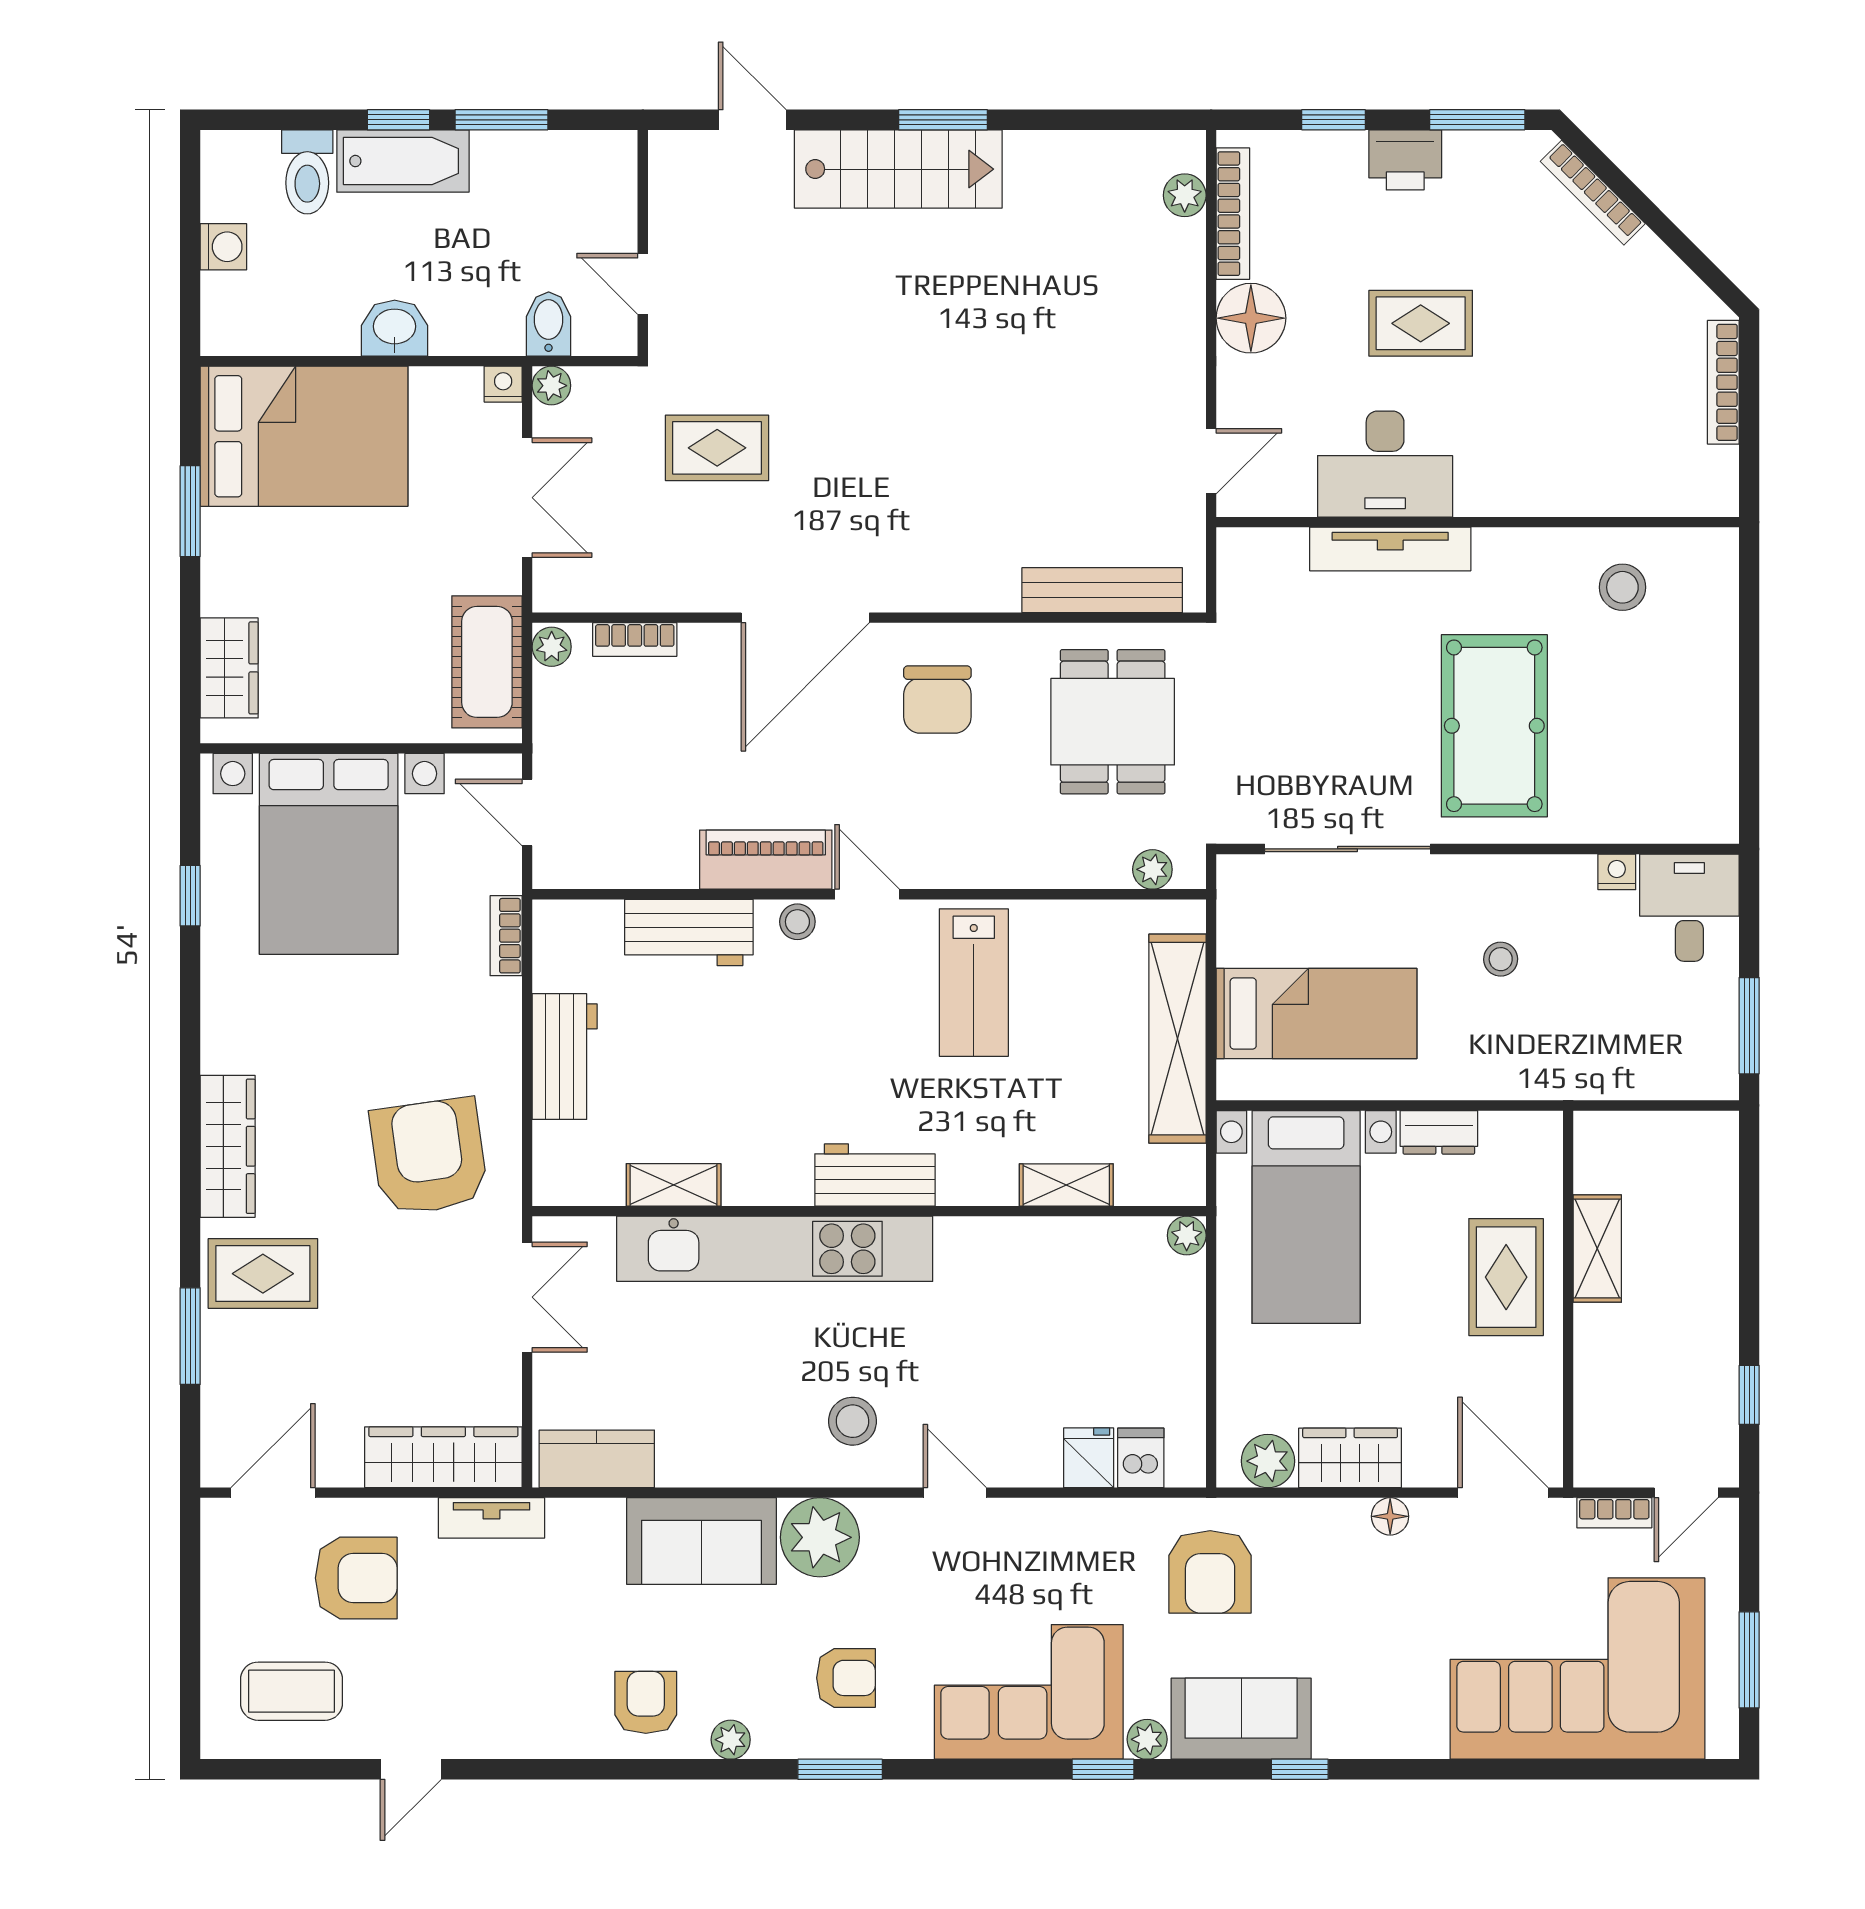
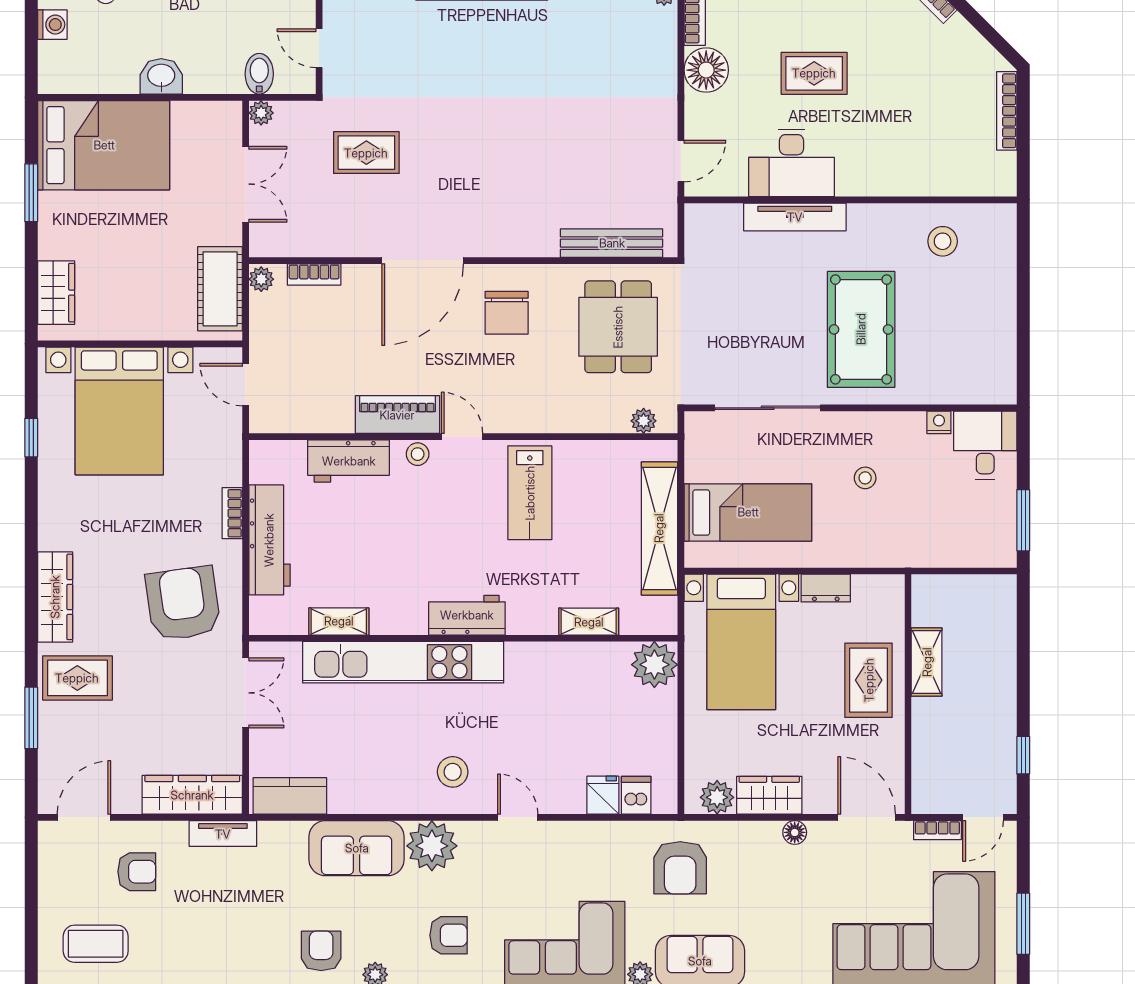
nightstand: (503, 384) -> (230, 112), removed
bookcase: (506, 936) -> (232, 513), moved
workbench: (565, 1057) -> (269, 540), width x1.38
plant: (1187, 1235) -> (654, 665), width x1.88, depth x1.88
armchair: (356, 1578) -> (137, 872), width x0.72, depth x0.72

